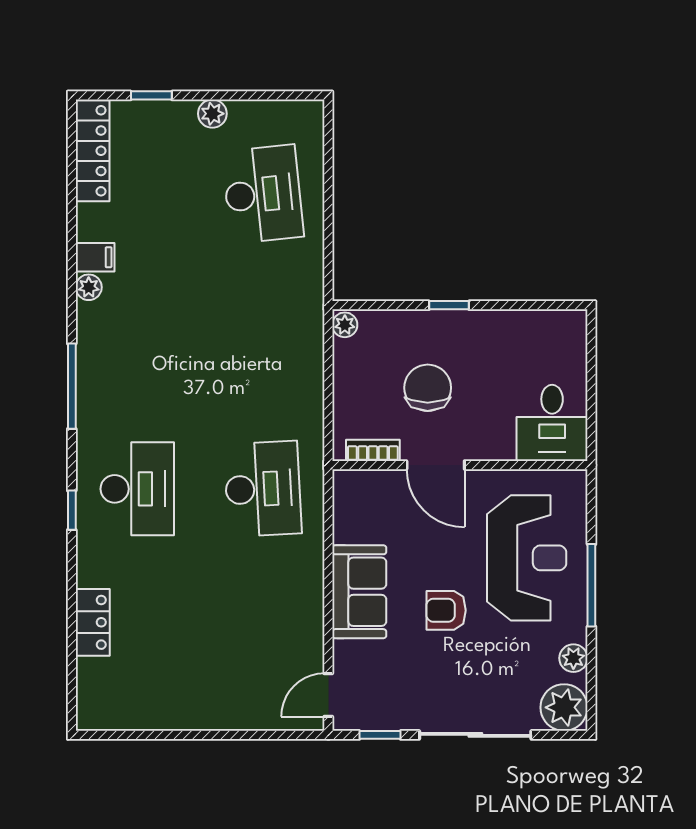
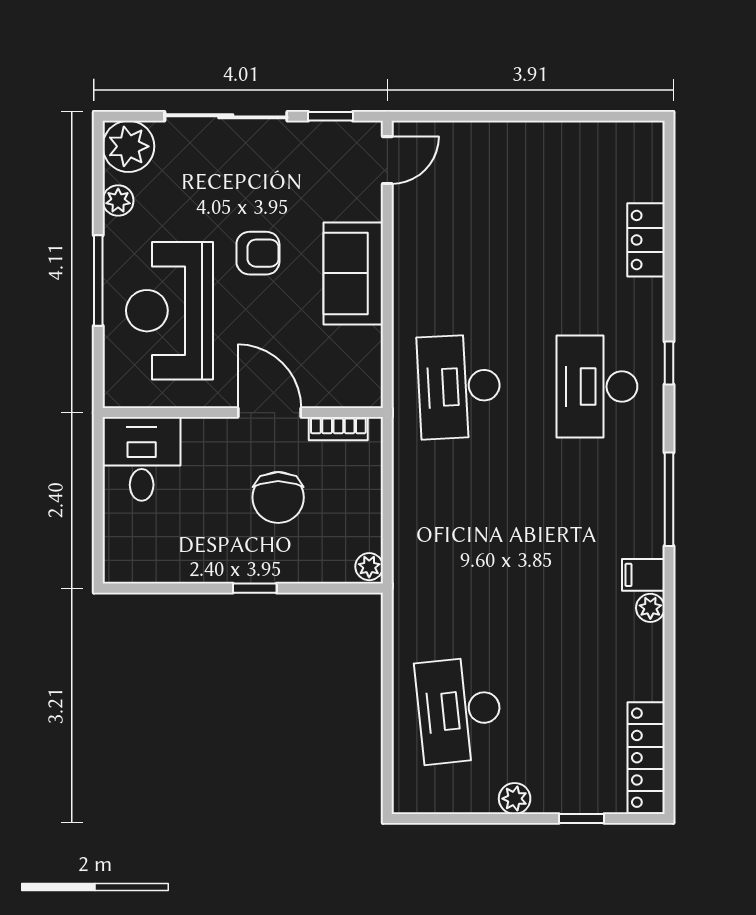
filing cabinet: (95, 257) -> (643, 575), moved

